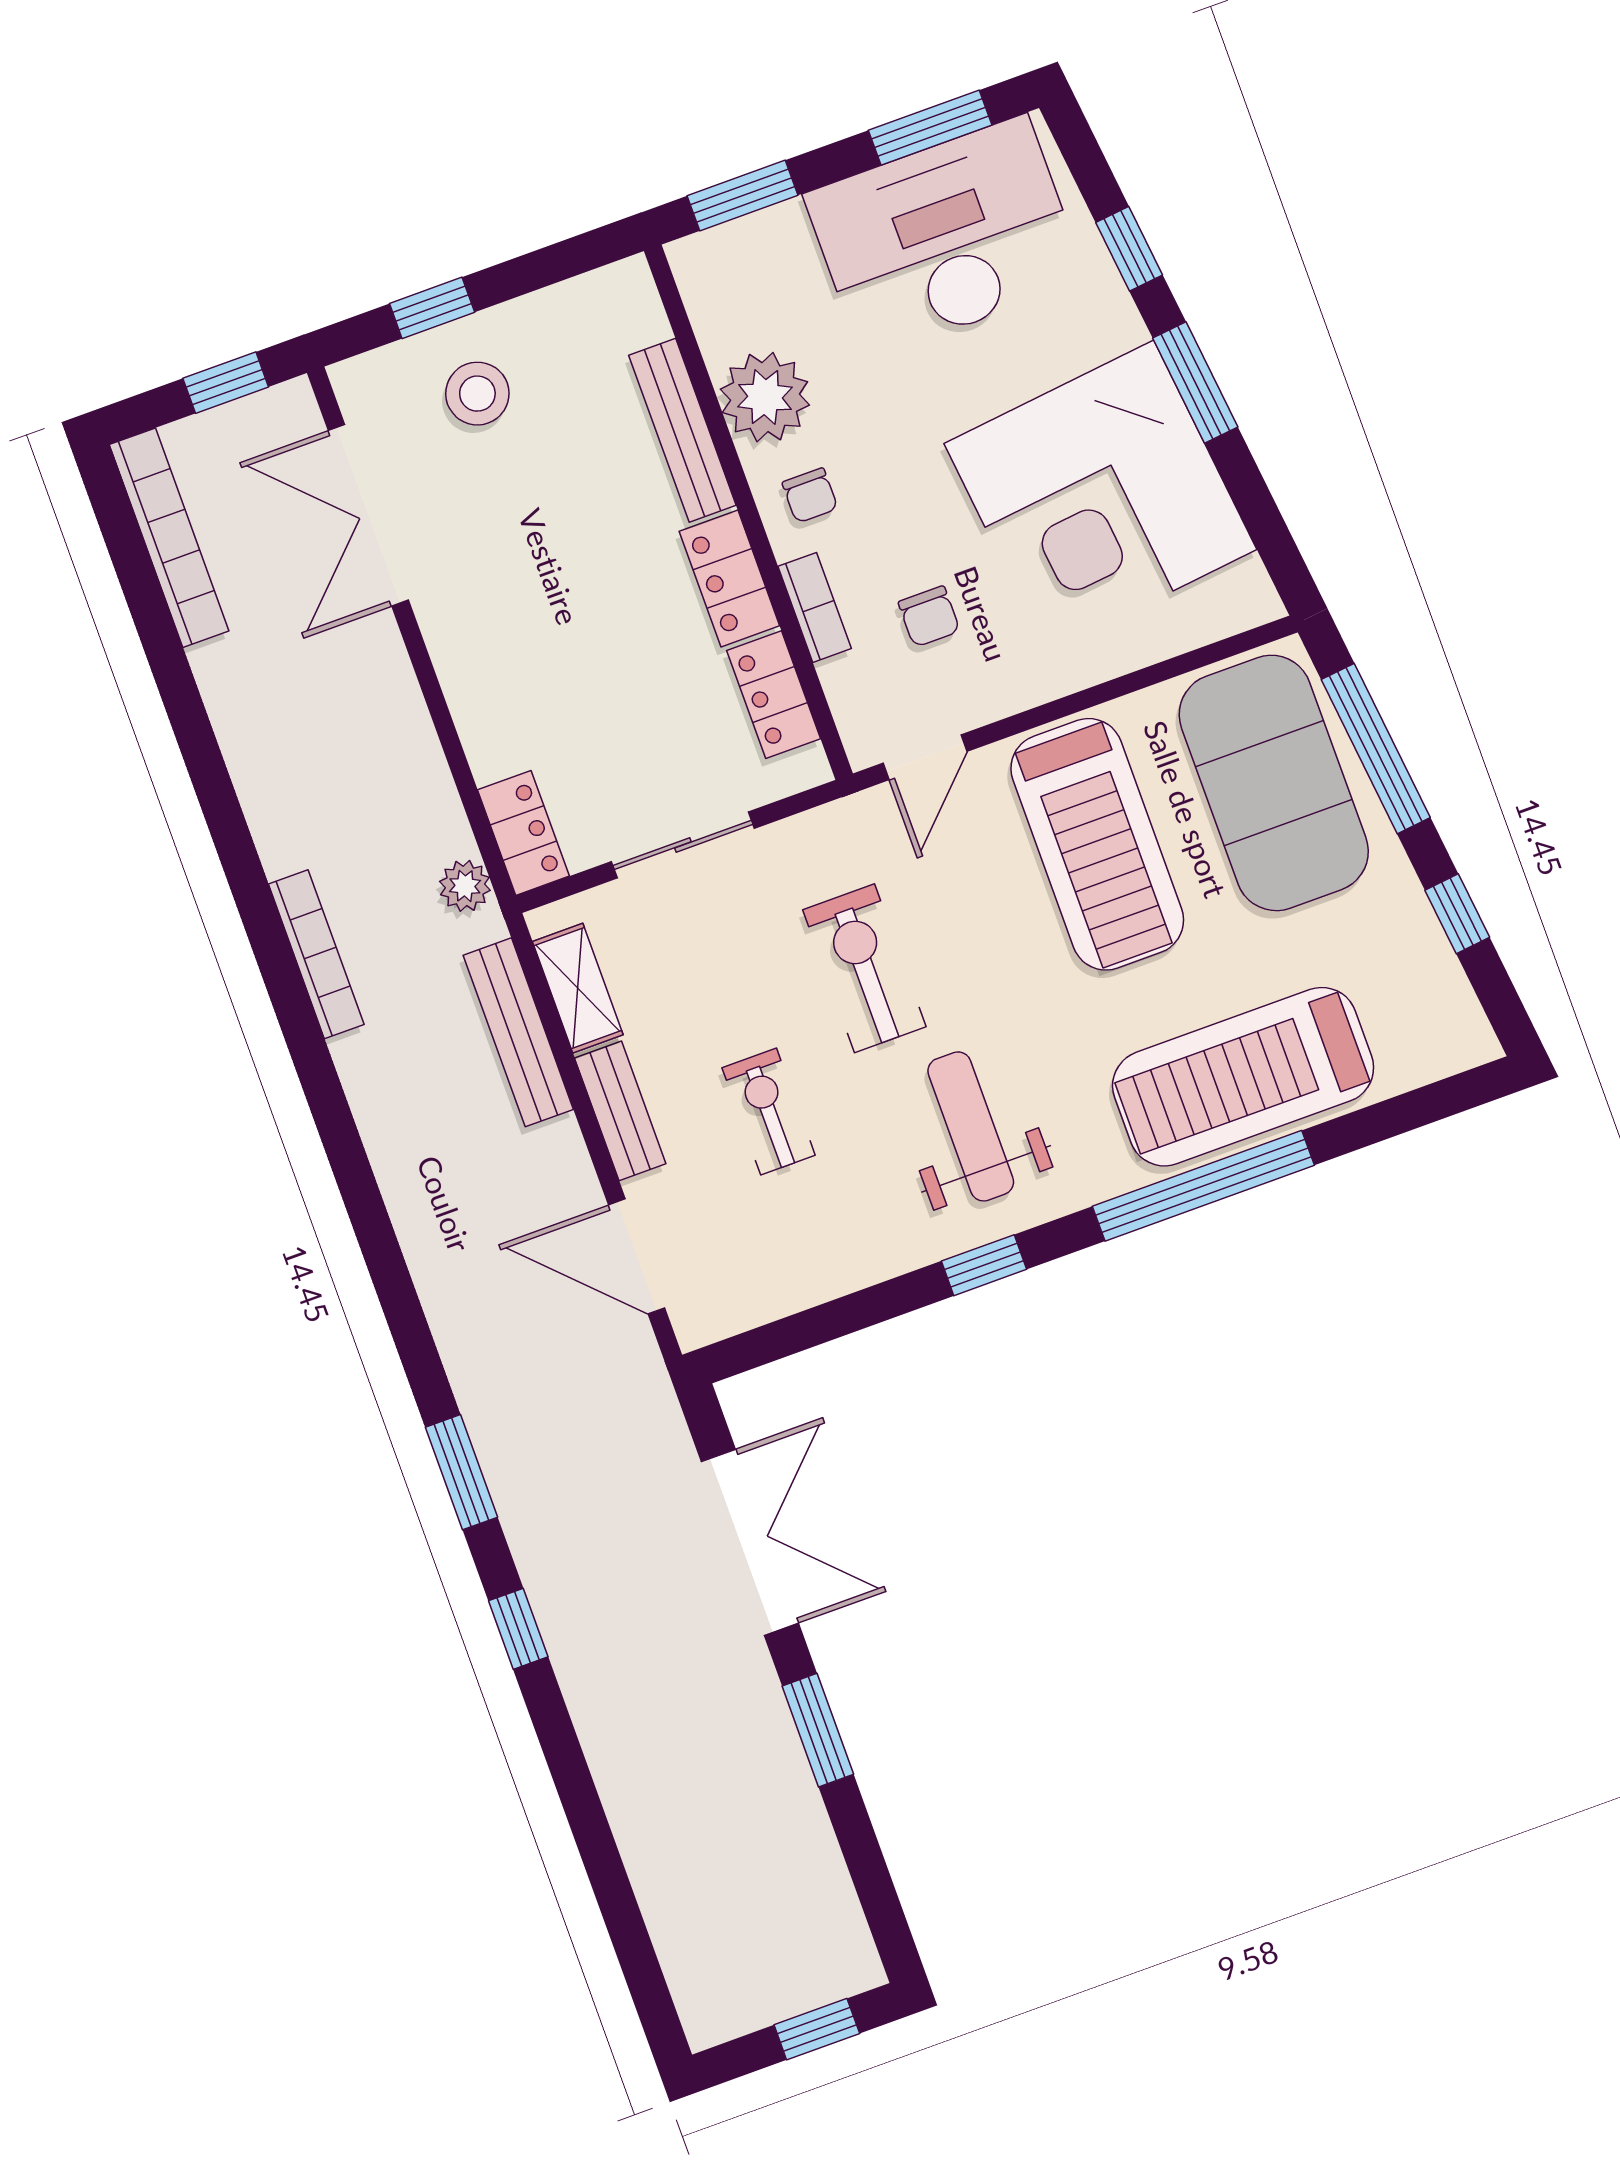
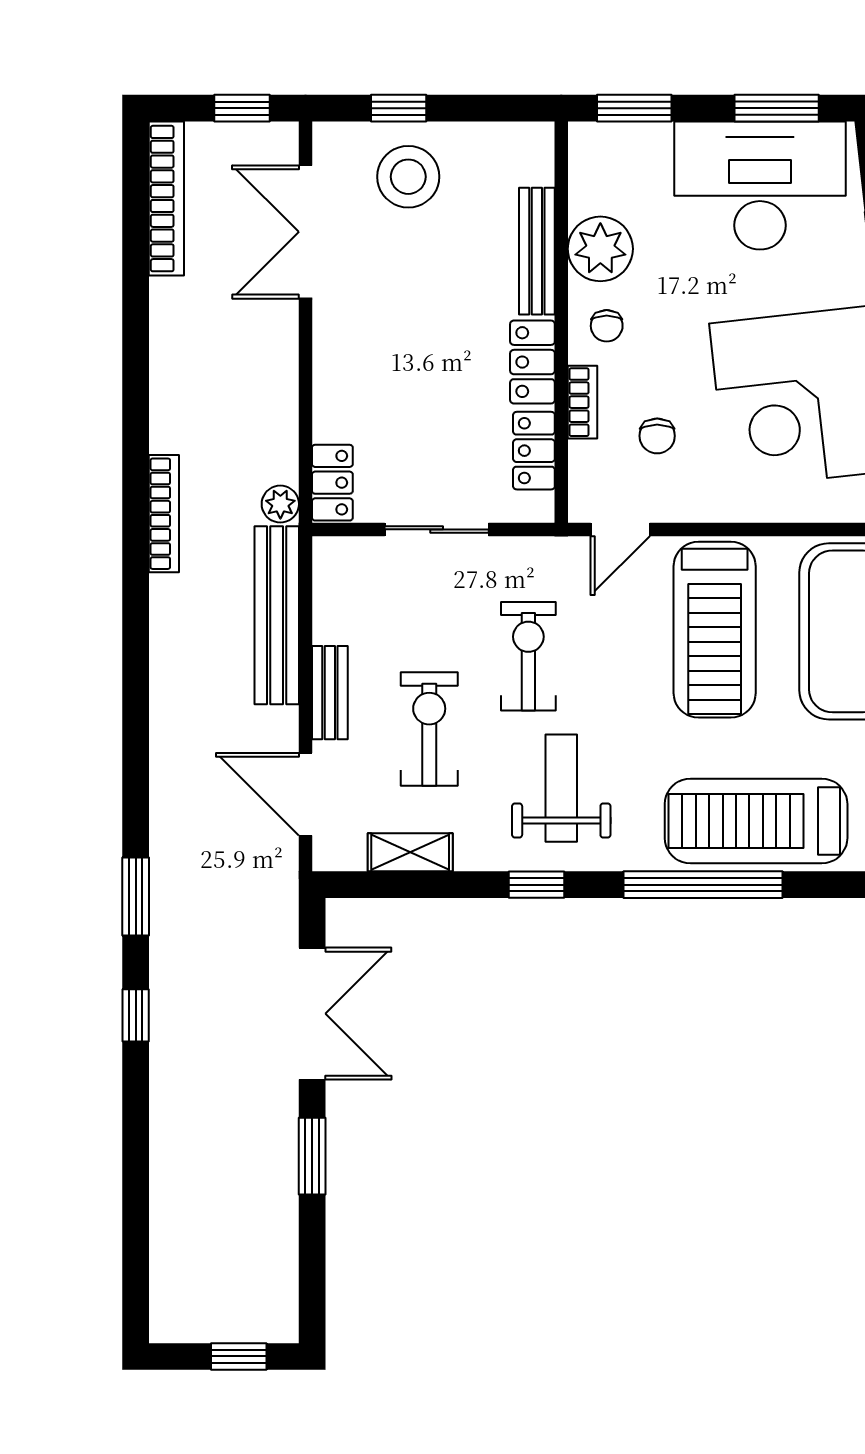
stool: (477, 394) -> (408, 177), width x1.38, depth x1.38
shelving: (578, 988) -> (410, 852), moved, turned 90
bench: (518, 1032) -> (277, 615), width x1.37, depth x1.21
exercise bike: (769, 1111) -> (429, 729), width x1.38, depth x1.39

